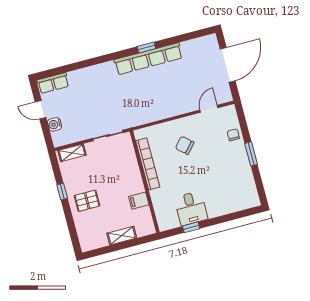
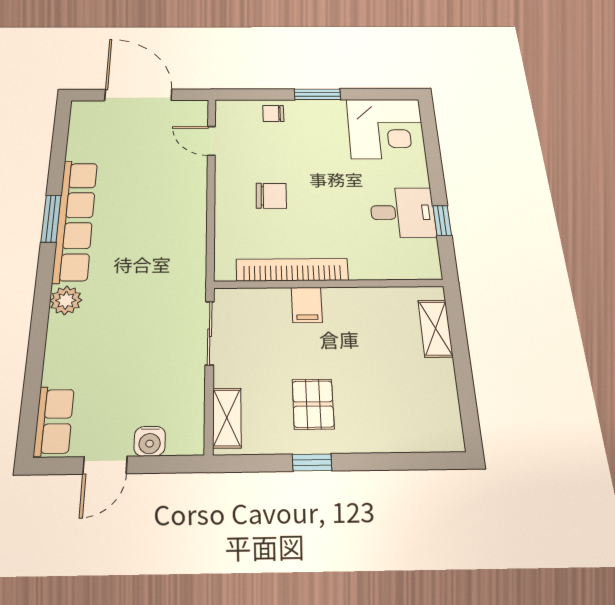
window: (146, 47) -> (51, 219), width x1.50
plant: (107, 69) -> (66, 300), added
chair: (185, 145) -> (271, 196), turned -130
corner desk: (238, 192) -> (386, 129), added
pallet: (87, 201) -> (313, 404), moved
filing cabinet: (139, 201) -> (307, 305), moved
shelving: (122, 236) -> (435, 328), moved

